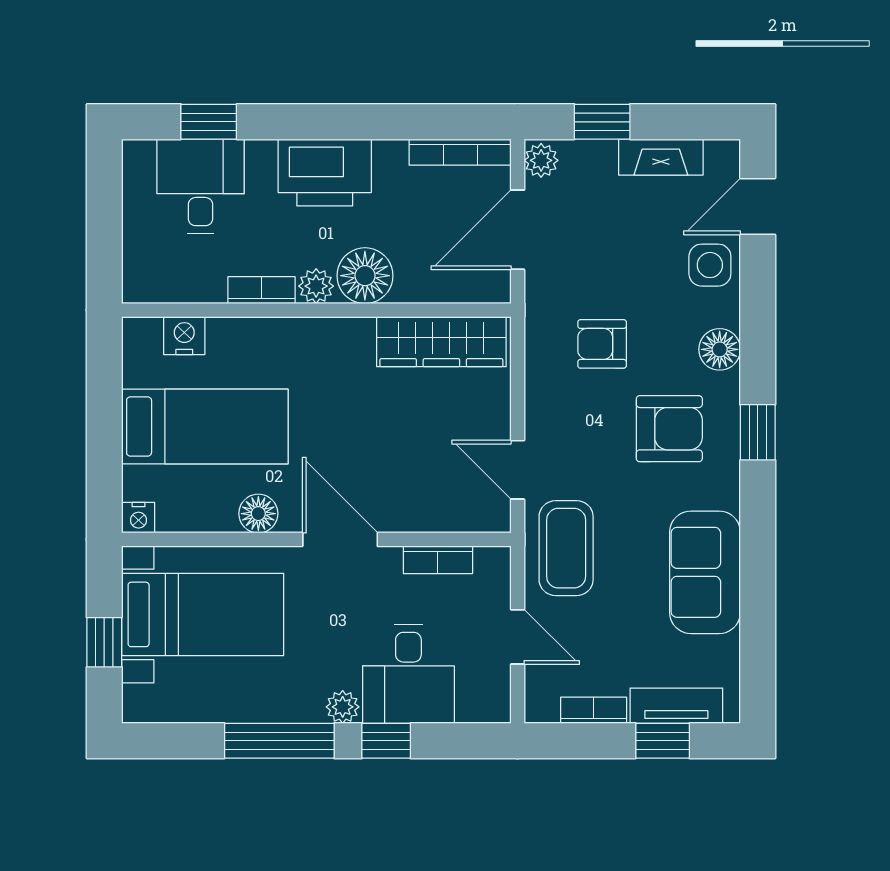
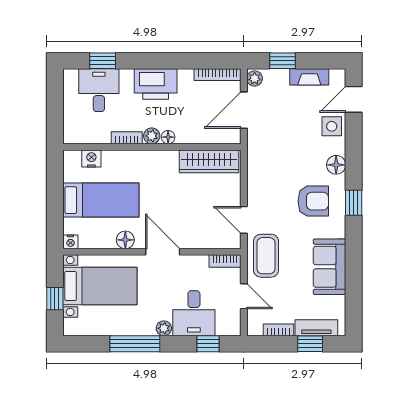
floor lamp: (365, 276) -> (168, 137), width x0.53, depth x0.53
armchair: (602, 344) -> (282, 162), removed
bookcase: (438, 560) -> (225, 261), moved
window: (386, 741) -> (208, 344), moved

